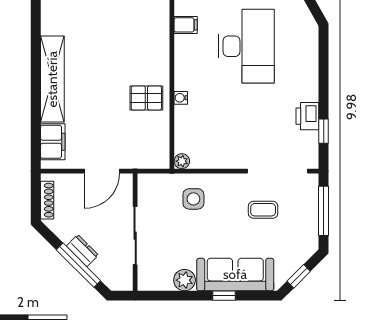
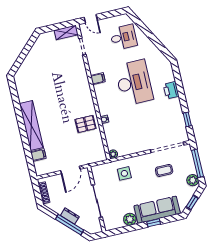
printer: (307, 116) -> (171, 90), moved
filing cabinet: (53, 142) -> (38, 155), width x0.50
plant: (309, 238) -> (193, 180), added

